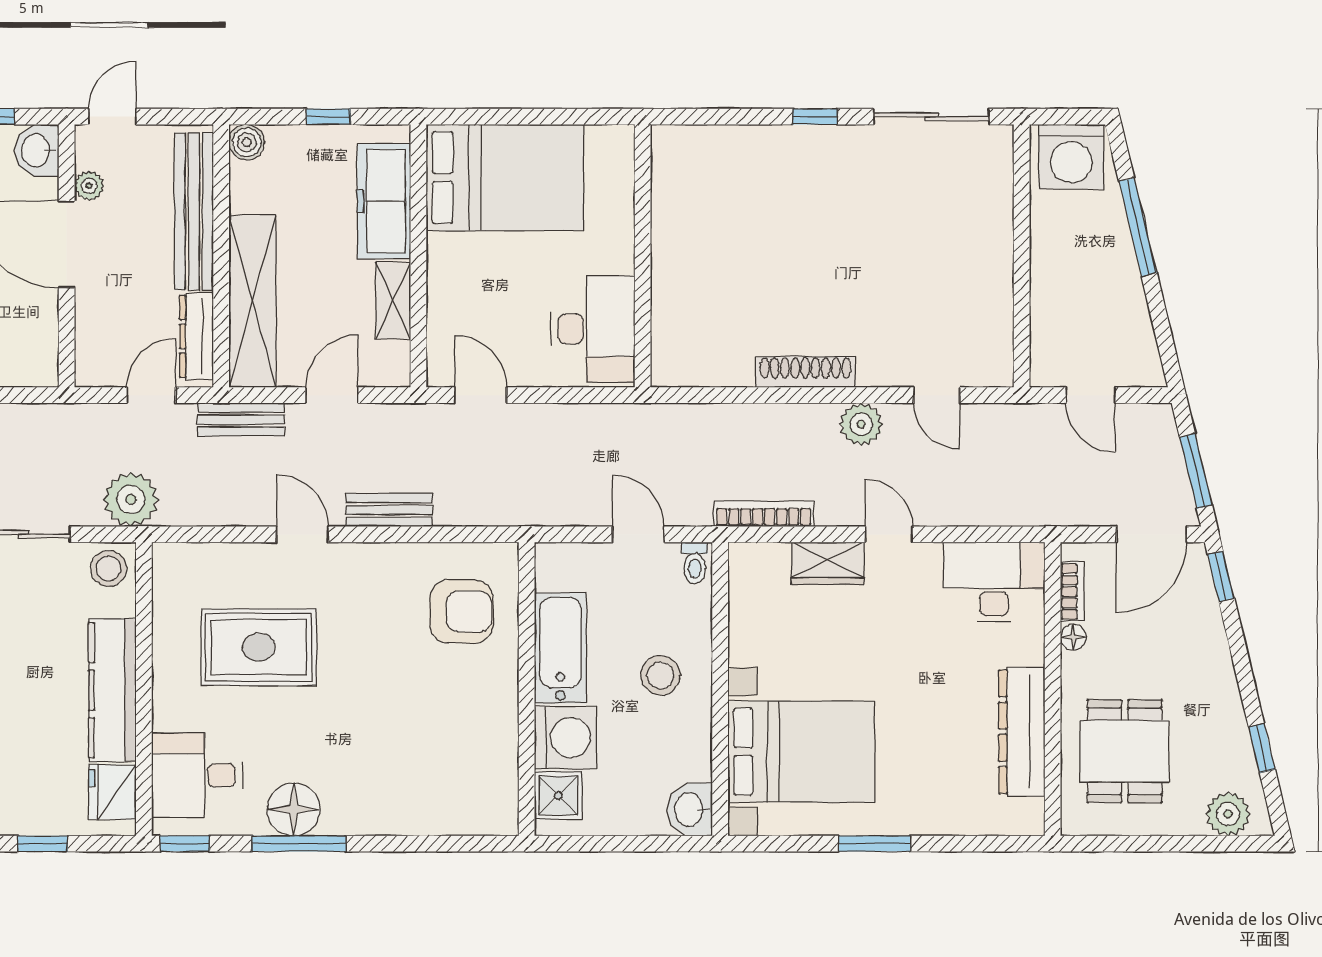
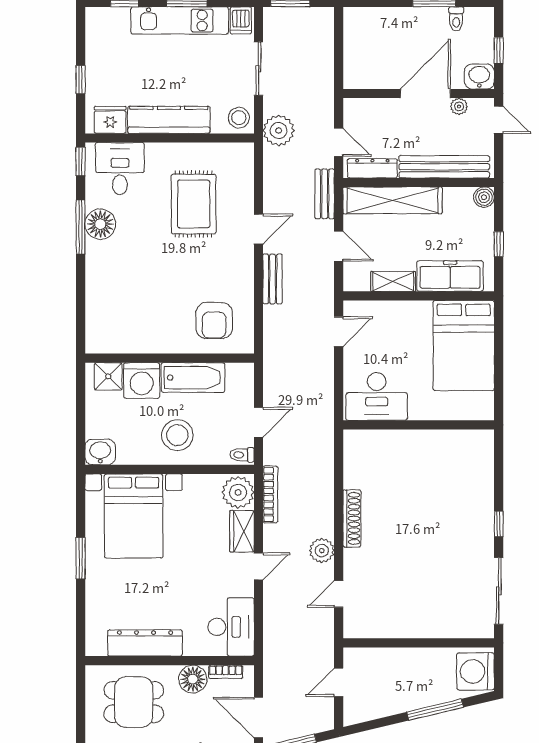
plant: (760, 570) -> (238, 492), added
floor lamp: (1073, 637) -> (193, 679), width x1.89, depth x1.89
stool: (660, 675) -> (177, 435), width x1.38, depth x1.38

